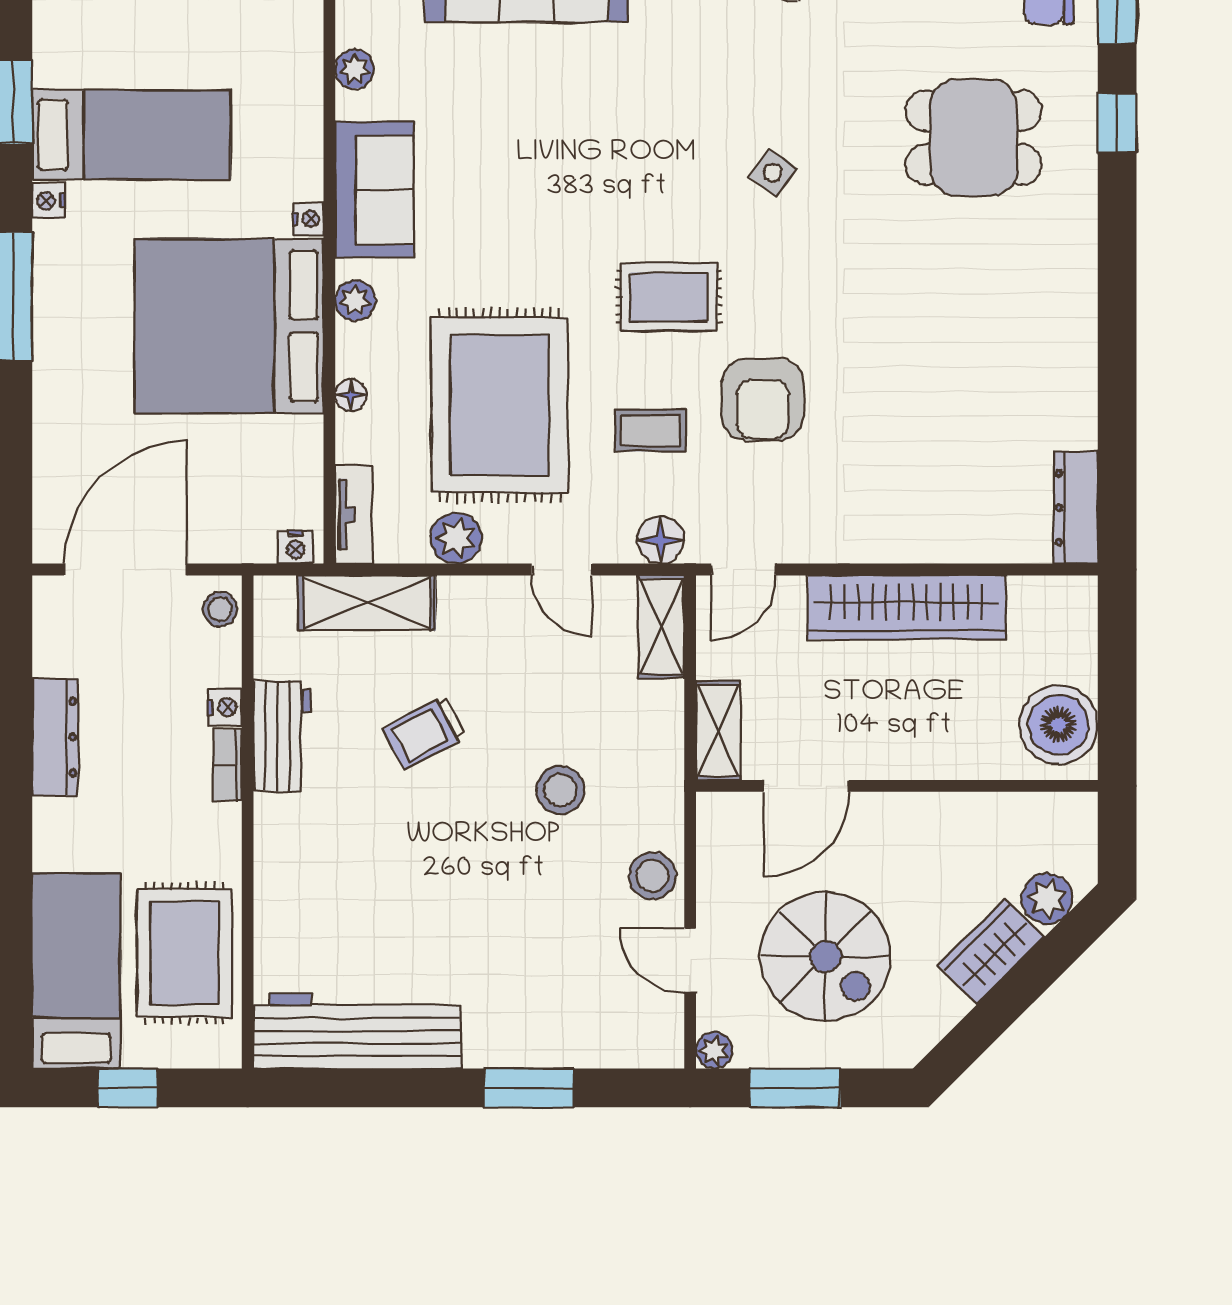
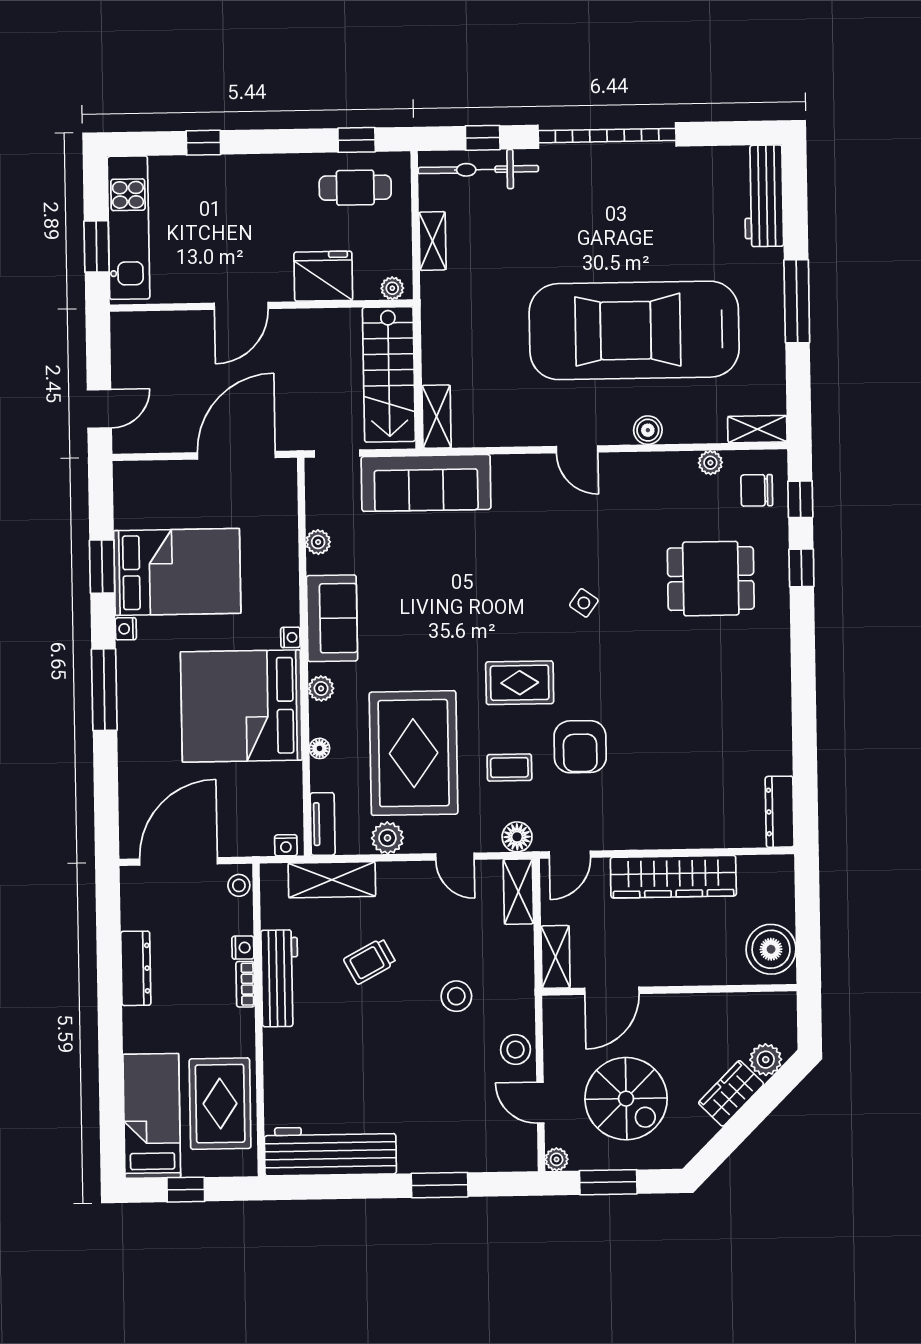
bed: (131, 135) -> (177, 572), width x1.50
workbench: (282, 736) -> (280, 978), width x1.37

